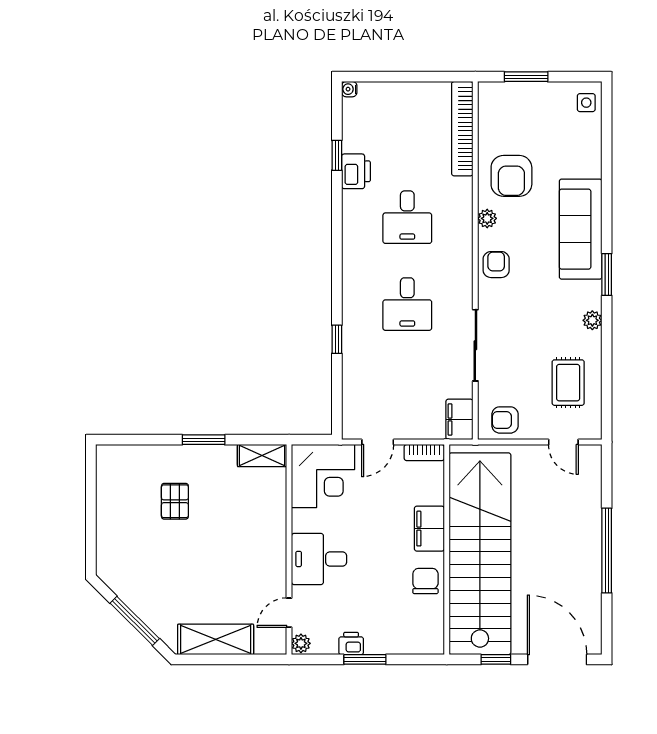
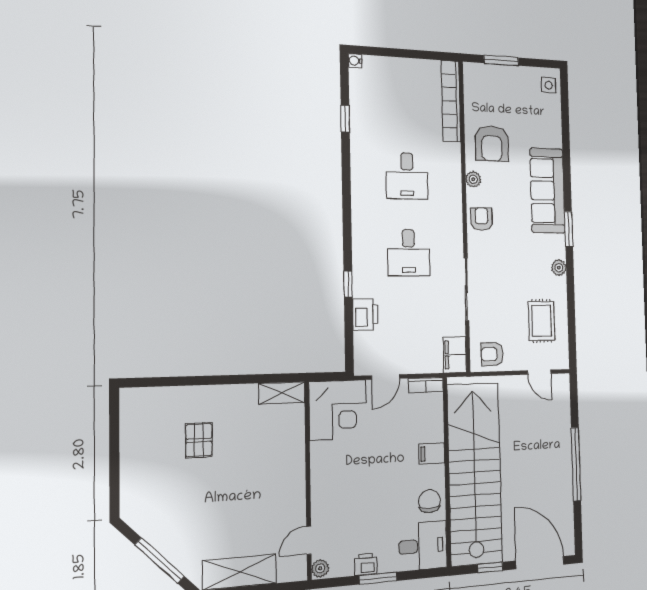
printer: (356, 171) -> (365, 314), moved
window: (204, 440) -> (226, 380), removed
filing cabinet: (429, 529) -> (432, 454), width x0.50
desk: (319, 559) -> (423, 546), moved, turned 180

